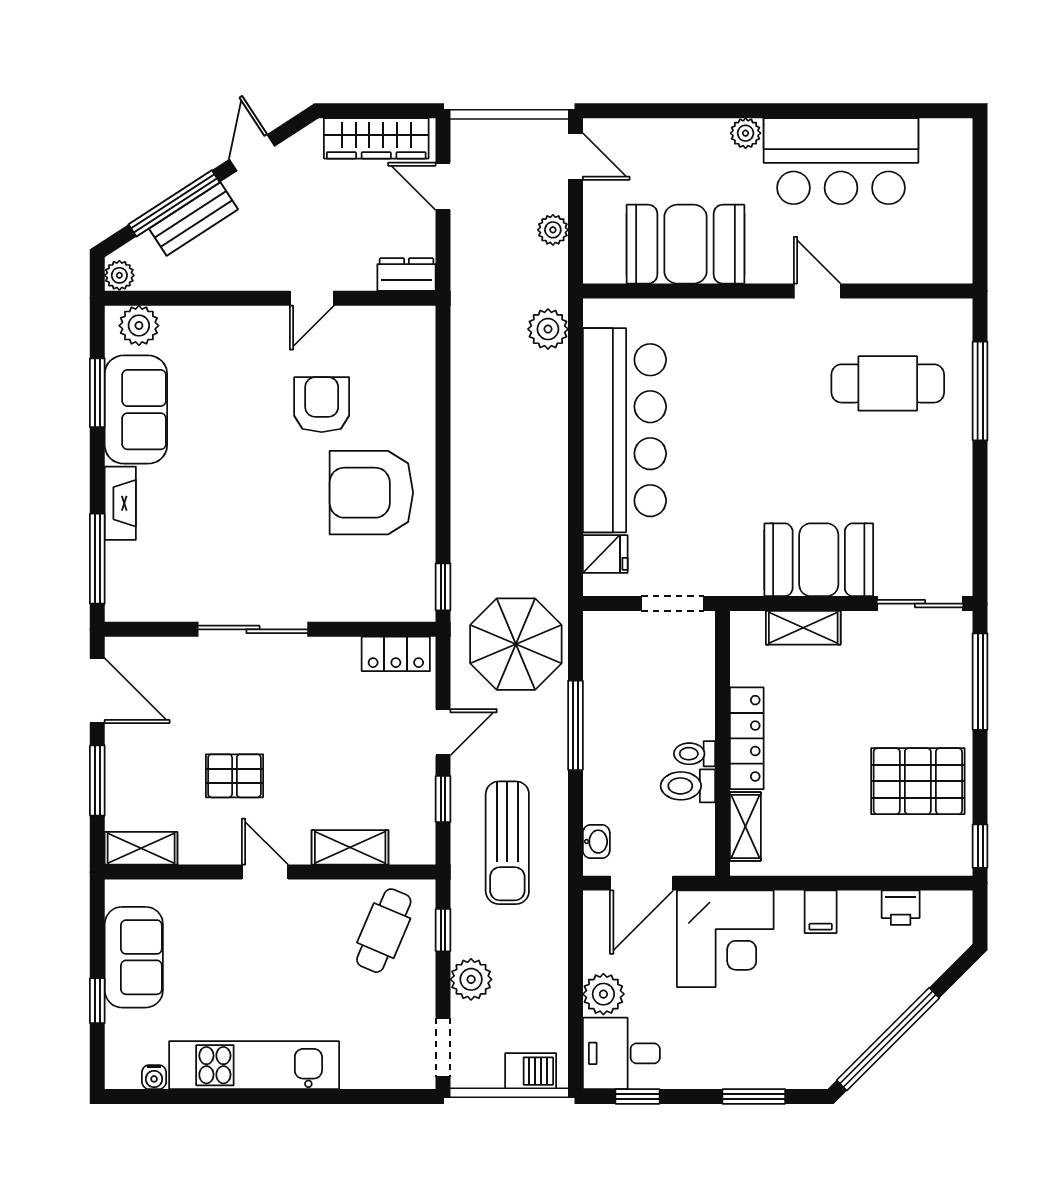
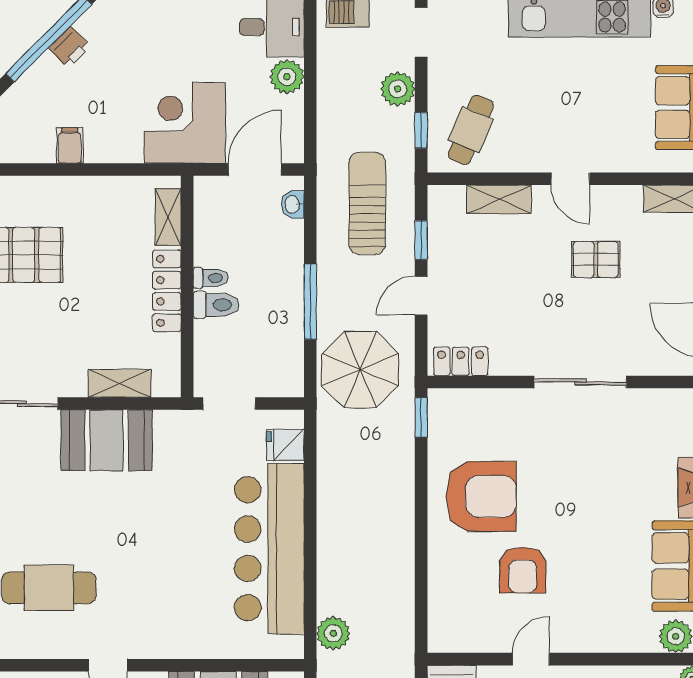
toilet: (688, 786) -> (216, 305), moved
printer: (901, 908) -> (69, 47), moved, turned 135
filing cabinet: (821, 912) -> (70, 146), moved

